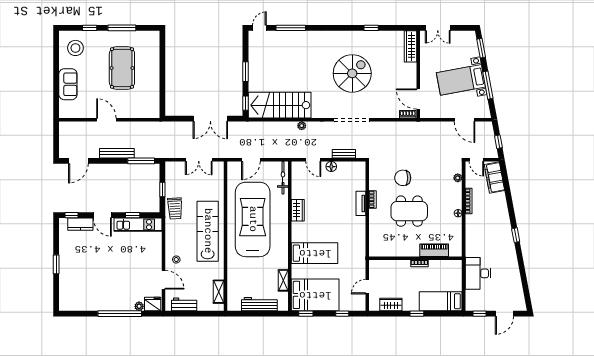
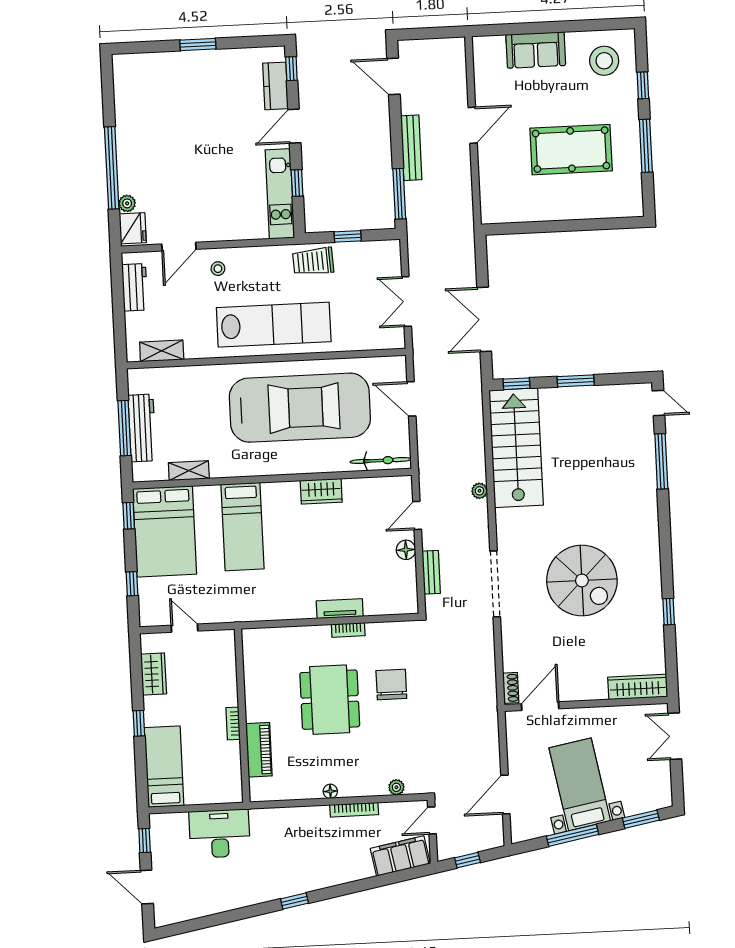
window: (259, 314) -> (124, 428), added

